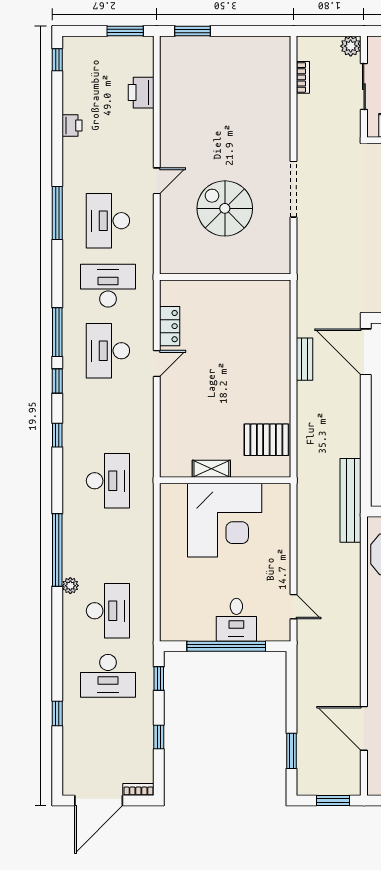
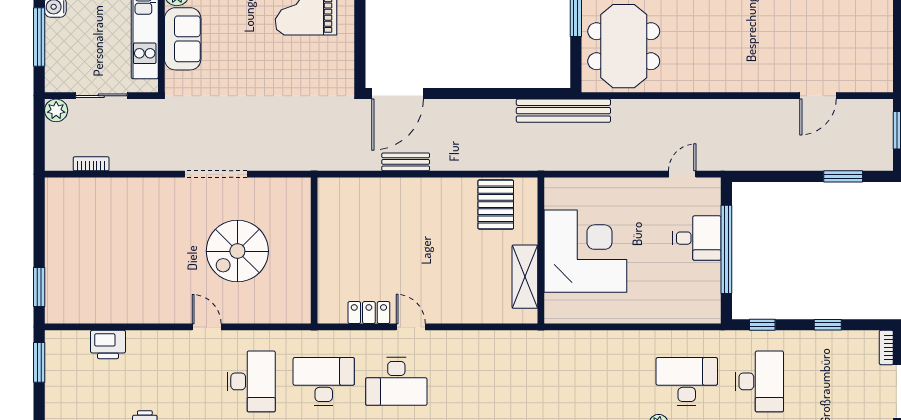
desk: (108, 221) -> (251, 381), turned -90
desk: (108, 286) -> (324, 381), turned 90
shelving: (211, 469) -> (525, 277), width x1.50, depth x1.33
desk: (108, 481) -> (542, 381), removed
door: (364, 728) -> (818, 96), width x0.73

